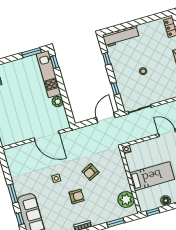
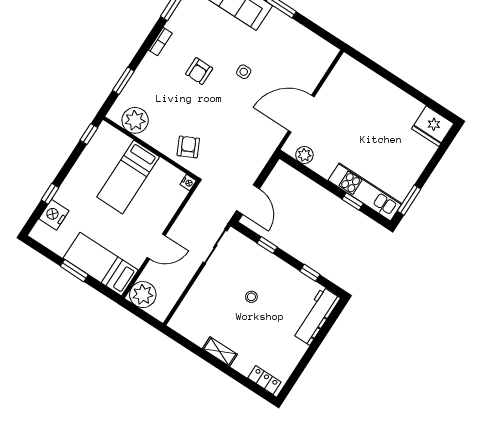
window: (54, 62) -> (353, 201), moved
plant: (58, 102) -> (304, 155), moved
armchair: (91, 172) -> (188, 147), moved
floor lamp: (166, 201) -> (85, 162), removed

